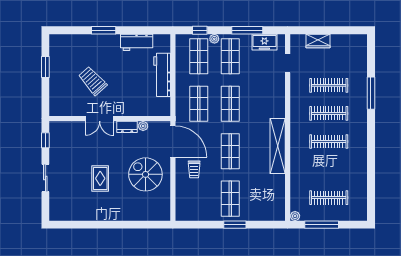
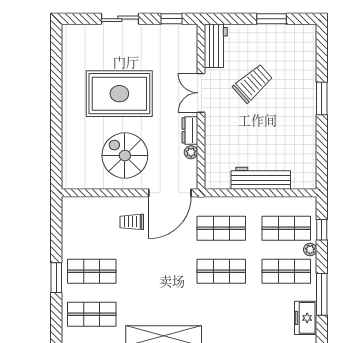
workbench: (137, 42) -> (216, 46), moved, turned 180
shop shelf: (230, 151) -> (92, 314), moved
spiral stairs: (145, 174) -> (125, 156), turned -90
rug: (100, 178) -> (119, 94), width x1.86, depth x2.06

